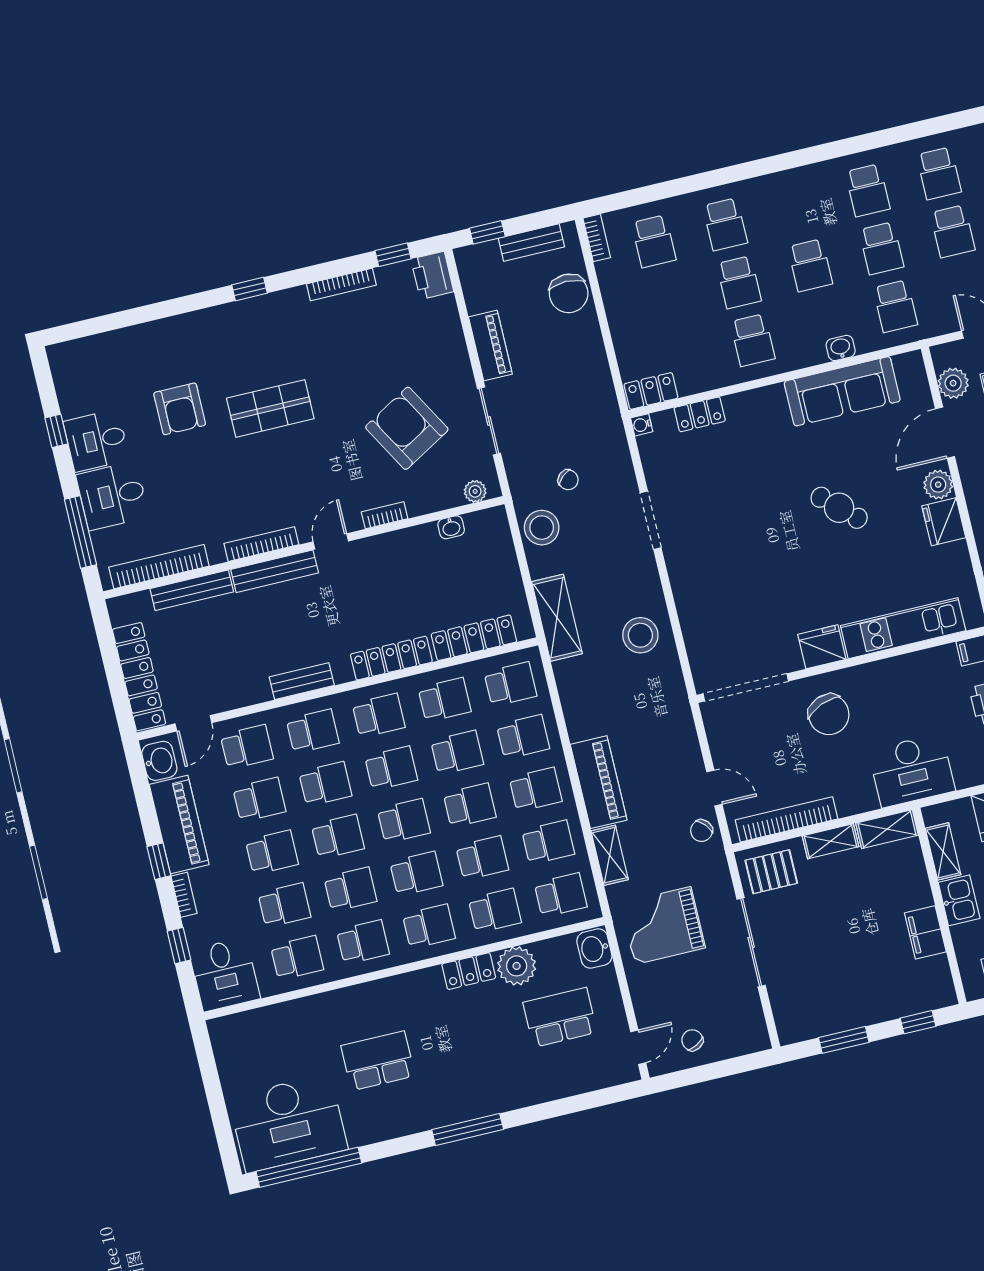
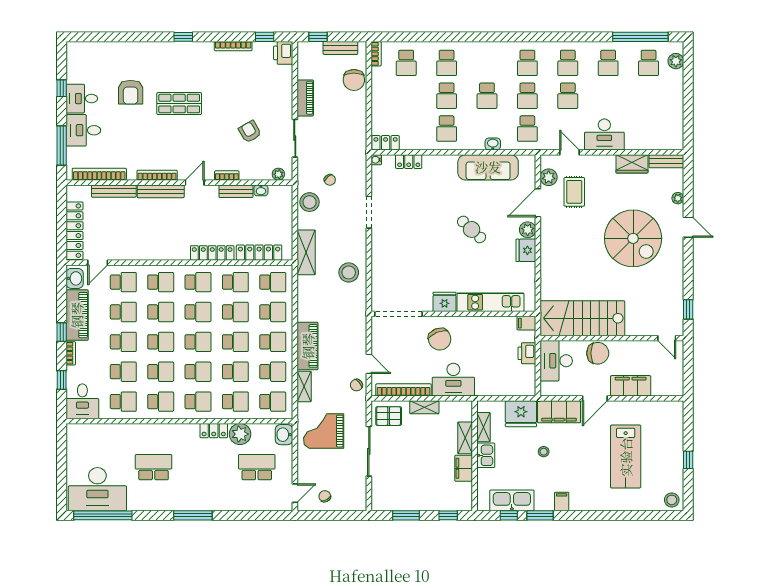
armchair: (407, 428) -> (250, 132), width x0.53, depth x0.53
bench: (302, 681) -> (236, 191), moved
desk: (912, 770) -> (453, 380), moved
shelving: (887, 829) -> (465, 438), moved, turned 90

